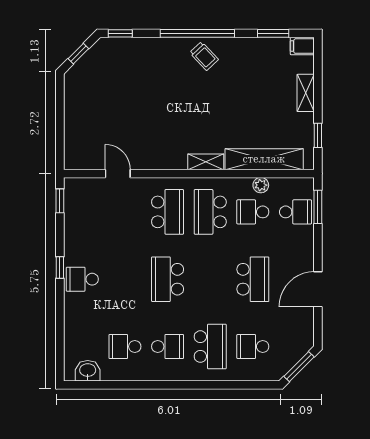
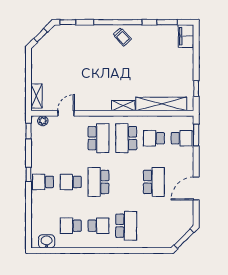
filing cabinet: (302, 46) -> (186, 36), width x2.00
shelving: (306, 93) -> (36, 96), moved
door: (118, 174) -> (66, 113), hinge flipped
plant: (261, 185) -> (43, 121), moved
school desk: (253, 347) -> (71, 182), moved

